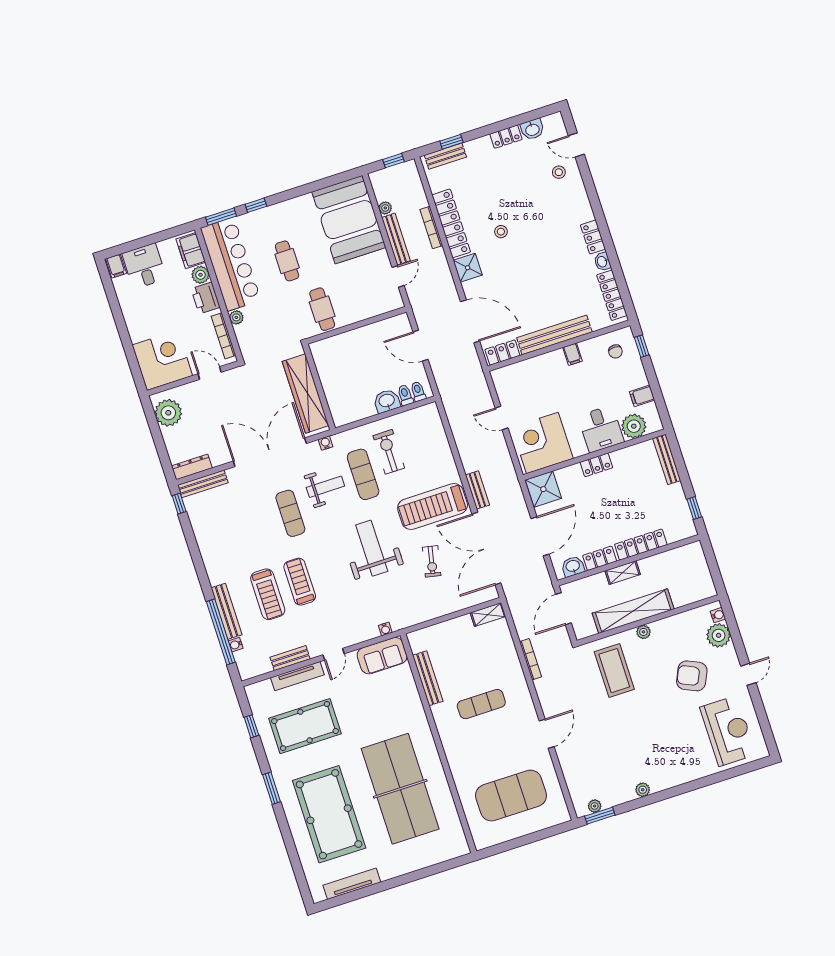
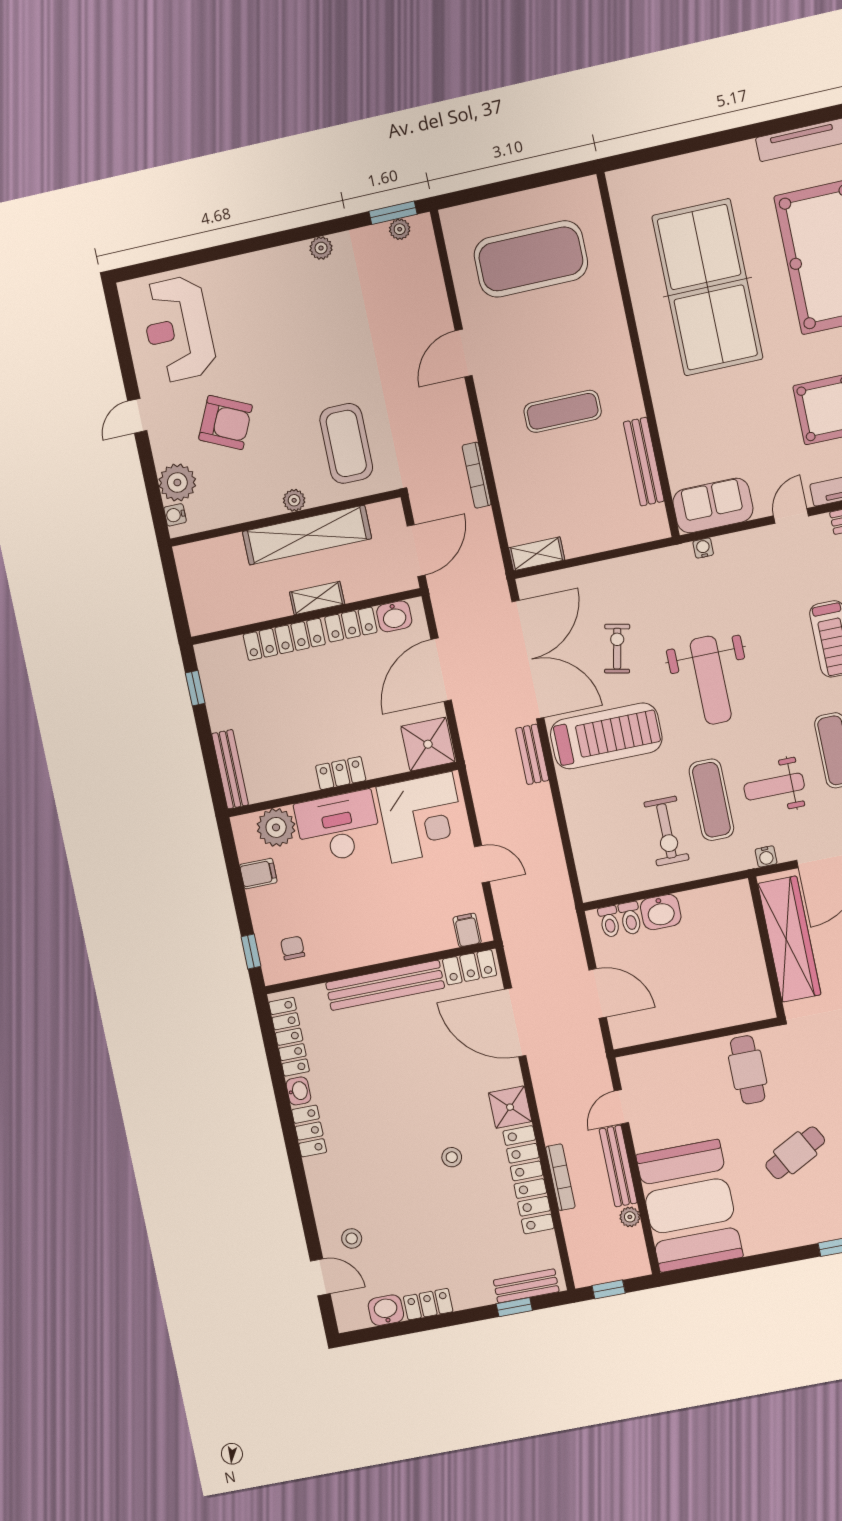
cafe table: (287, 261) -> (795, 1153), turned 62
filing cabinet: (572, 354) -> (467, 930), moved
desk: (601, 429) -> (338, 827), width x1.37

